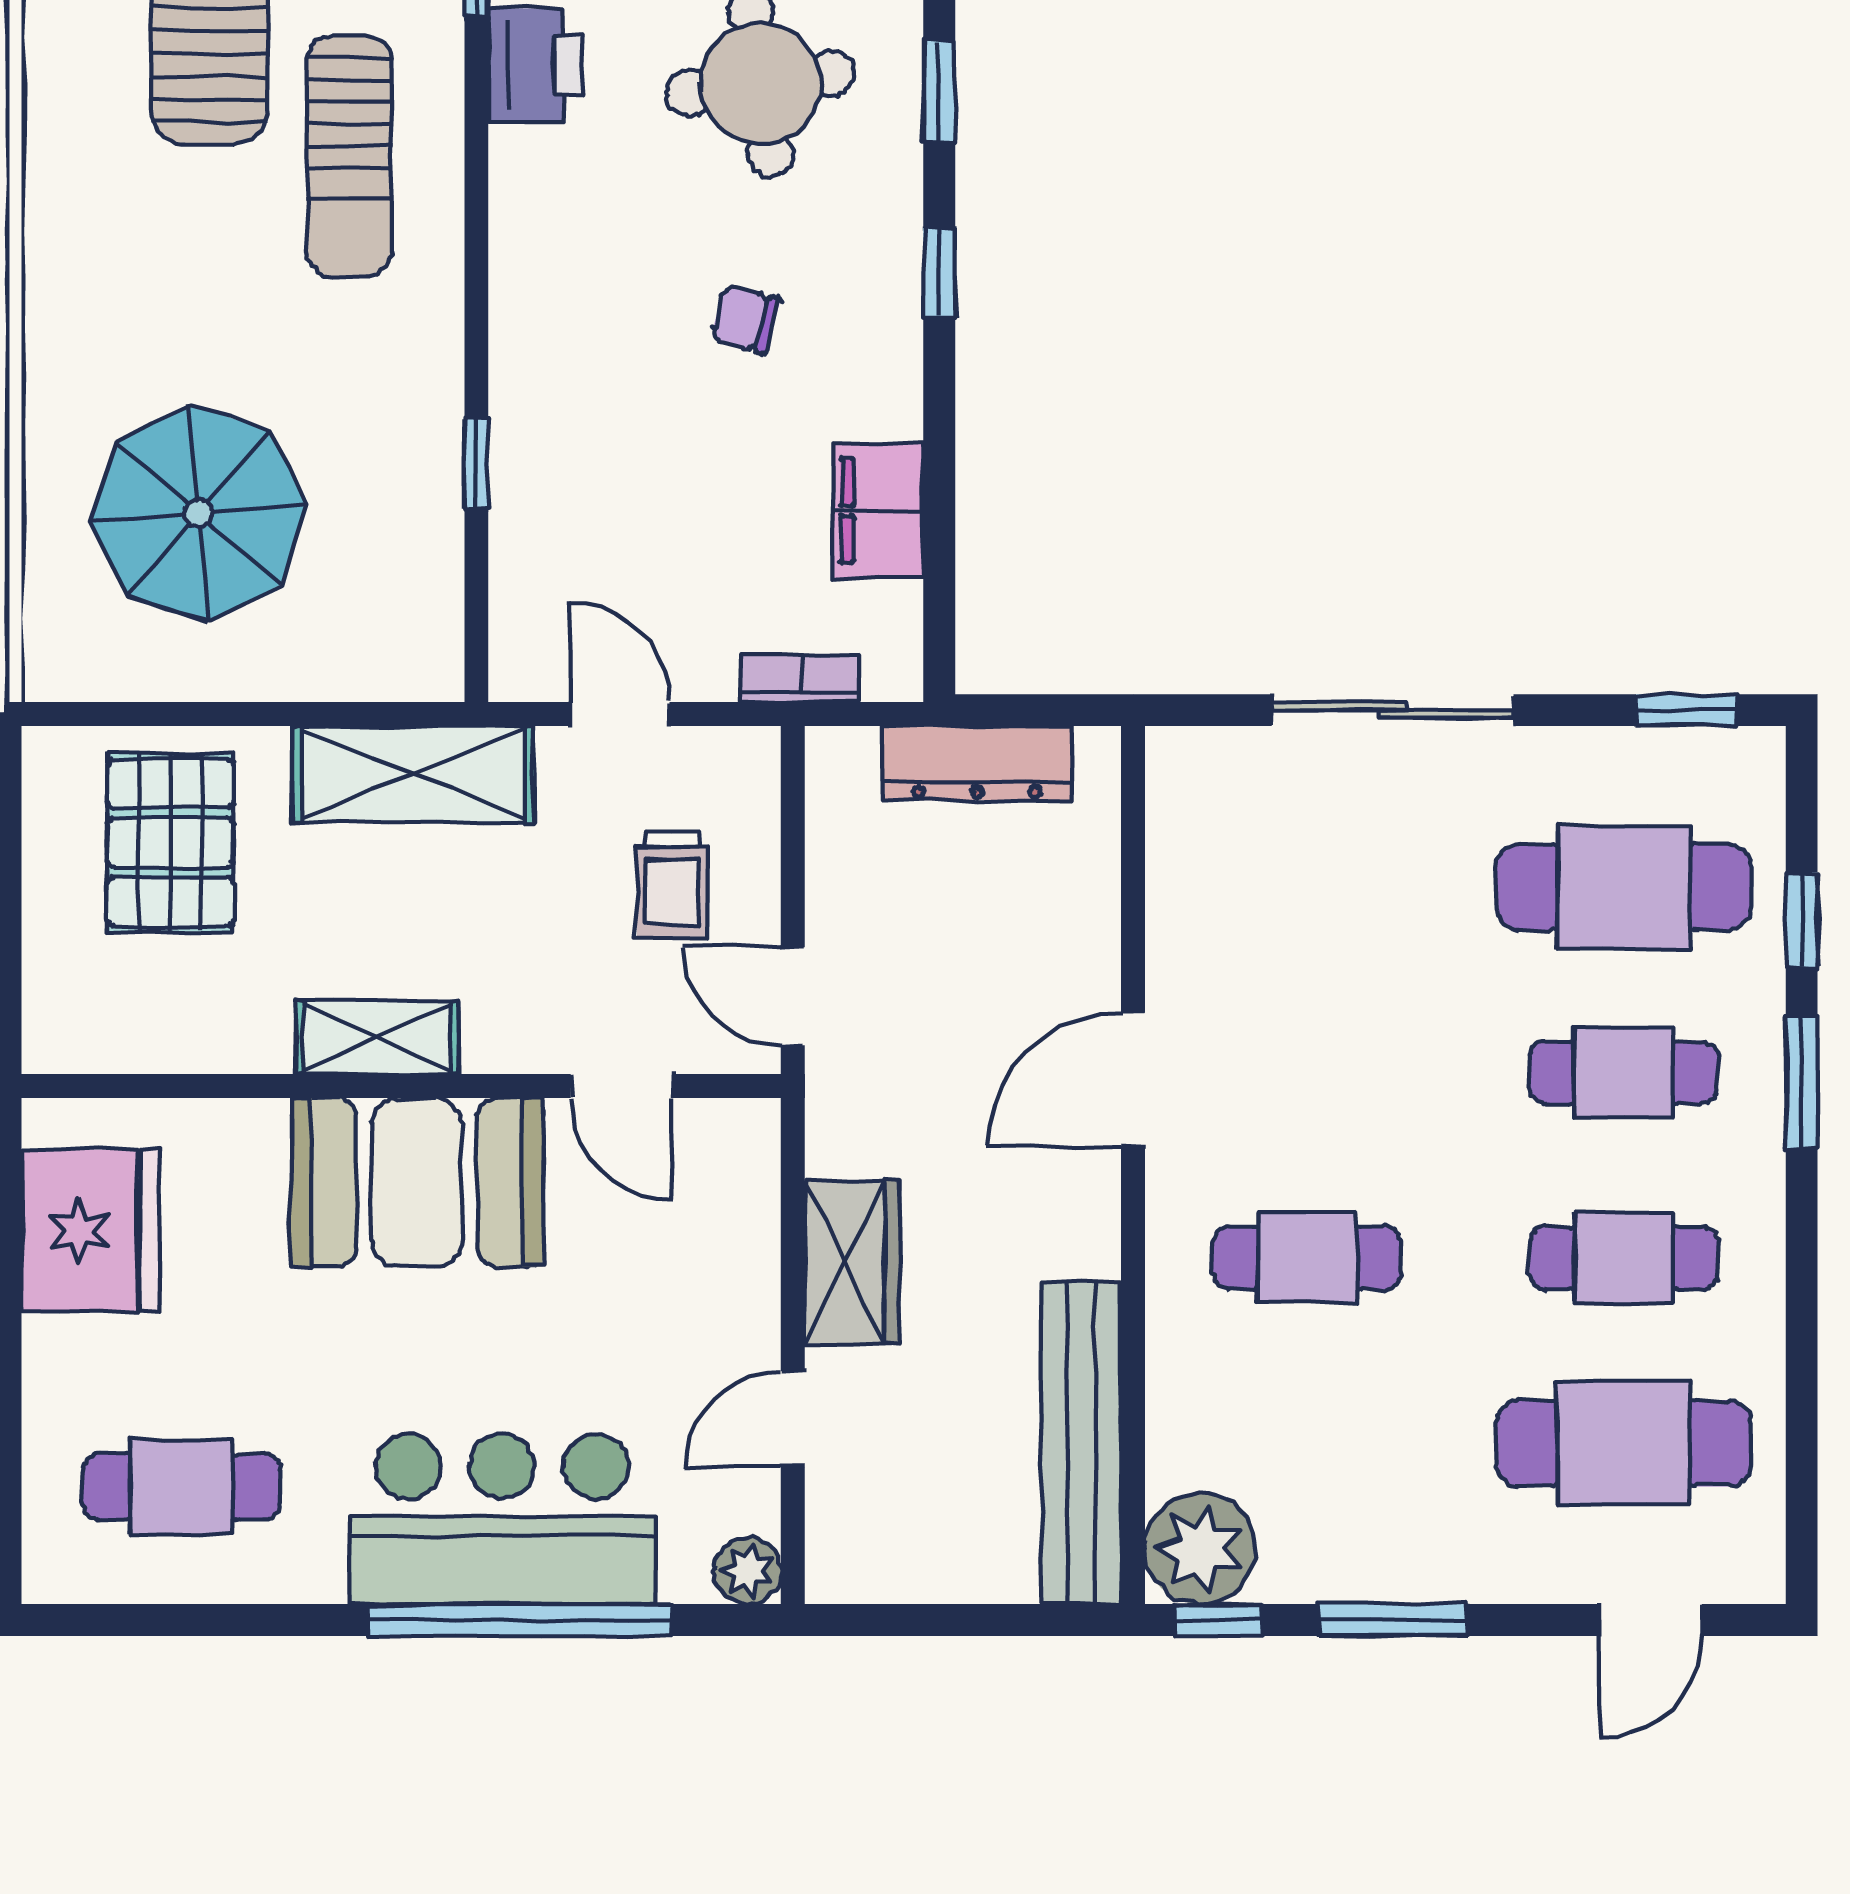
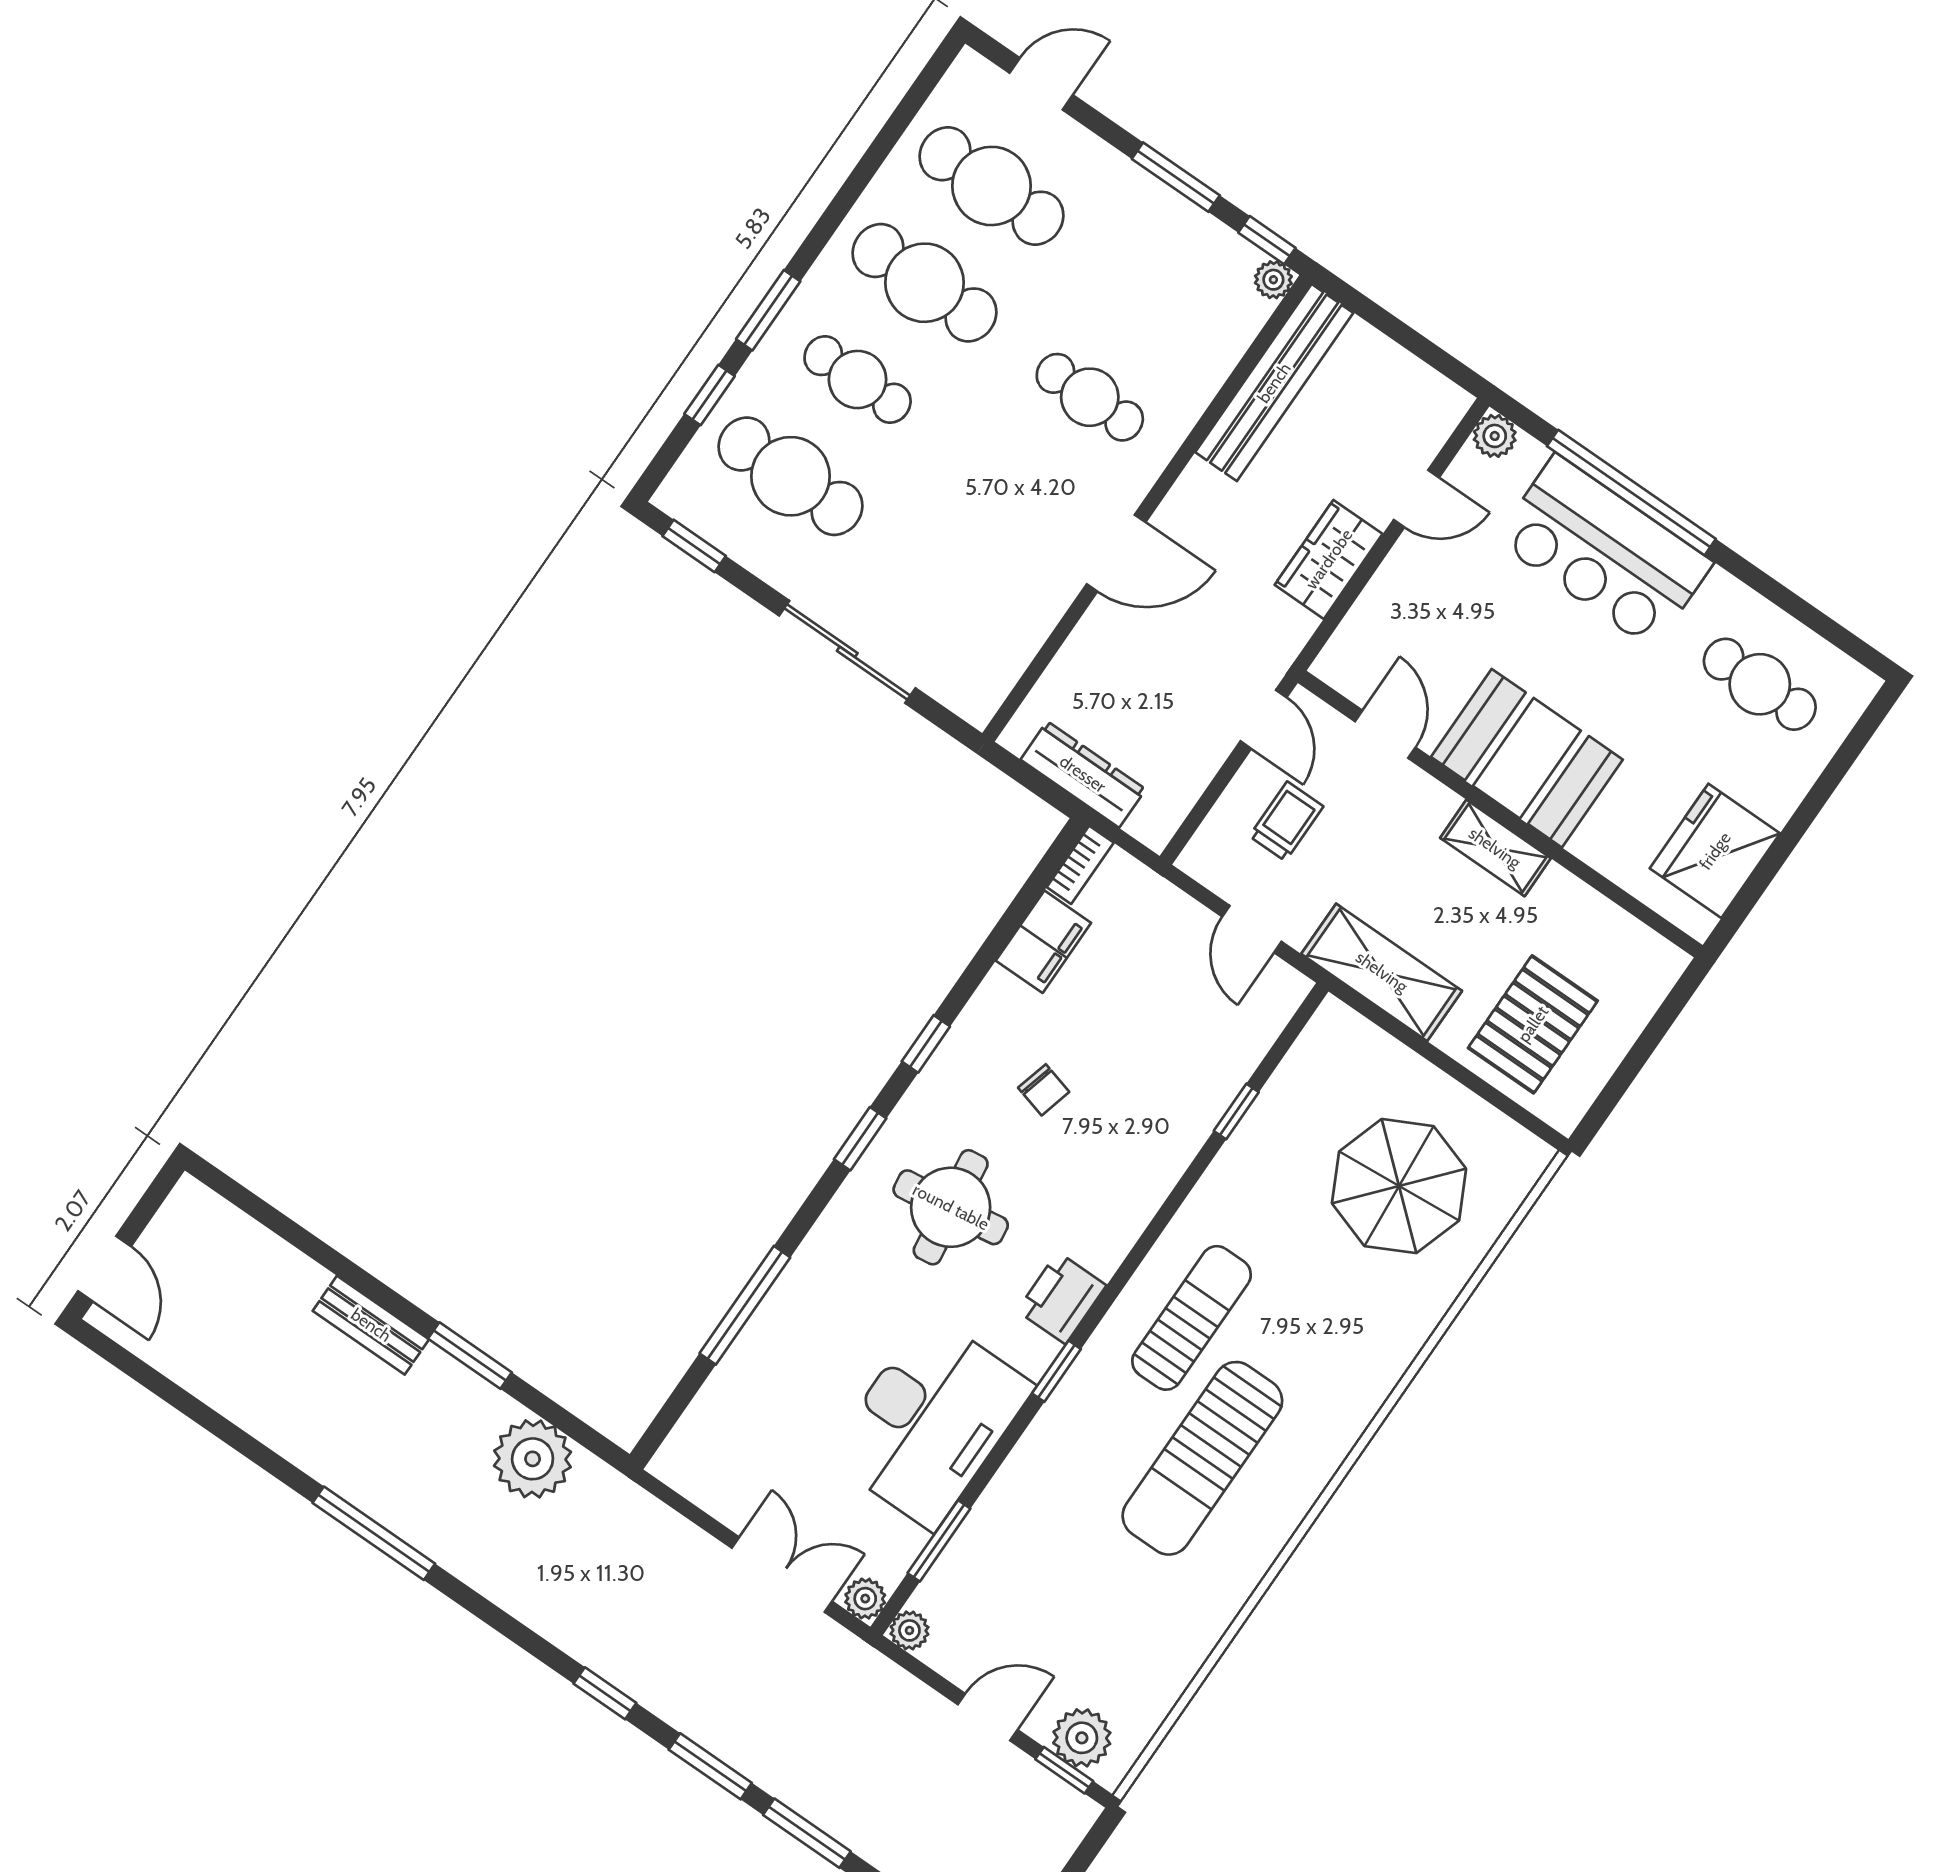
bookcase: (800, 679) -> (1080, 865), moved, turned -90
cafe table: (1624, 1258) -> (925, 283), width x1.37, depth x1.35
plant: (1200, 1549) -> (1273, 280), width x0.53, depth x0.53

